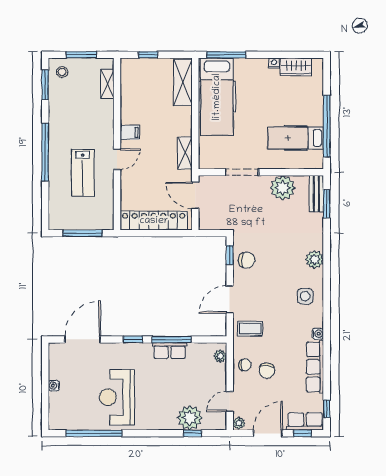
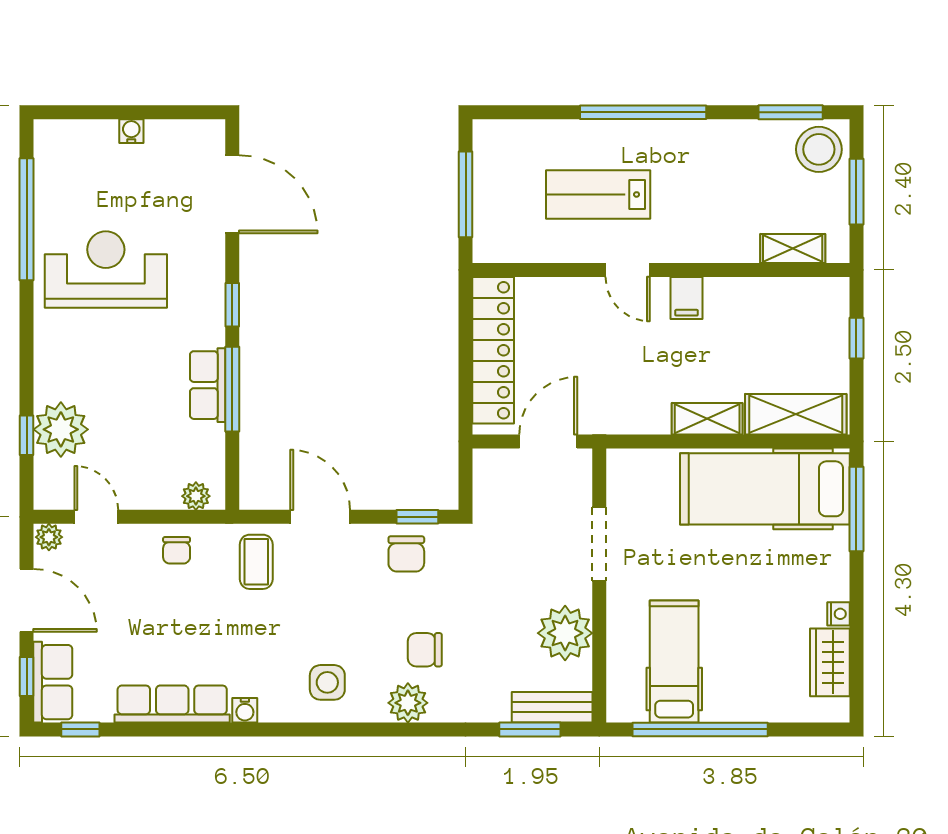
stool: (62, 72) -> (819, 149), width x1.89, depth x1.89
shelving: (185, 153) -> (707, 419), moved
chair: (267, 371) -> (425, 650), moved

